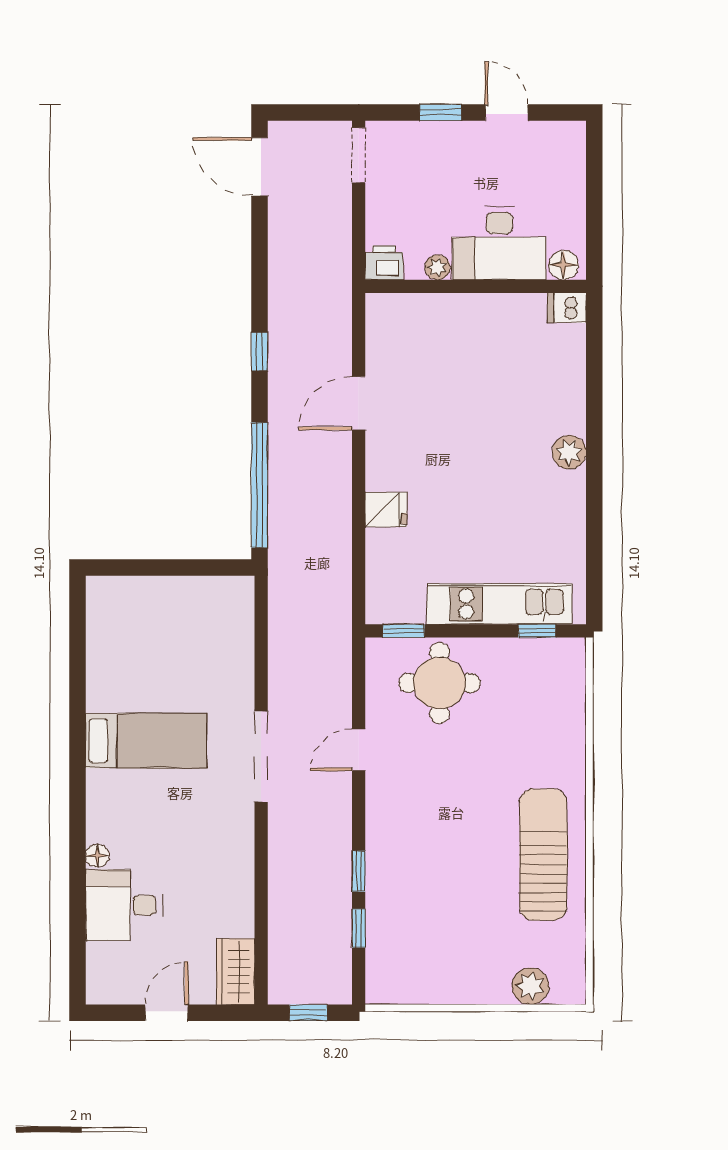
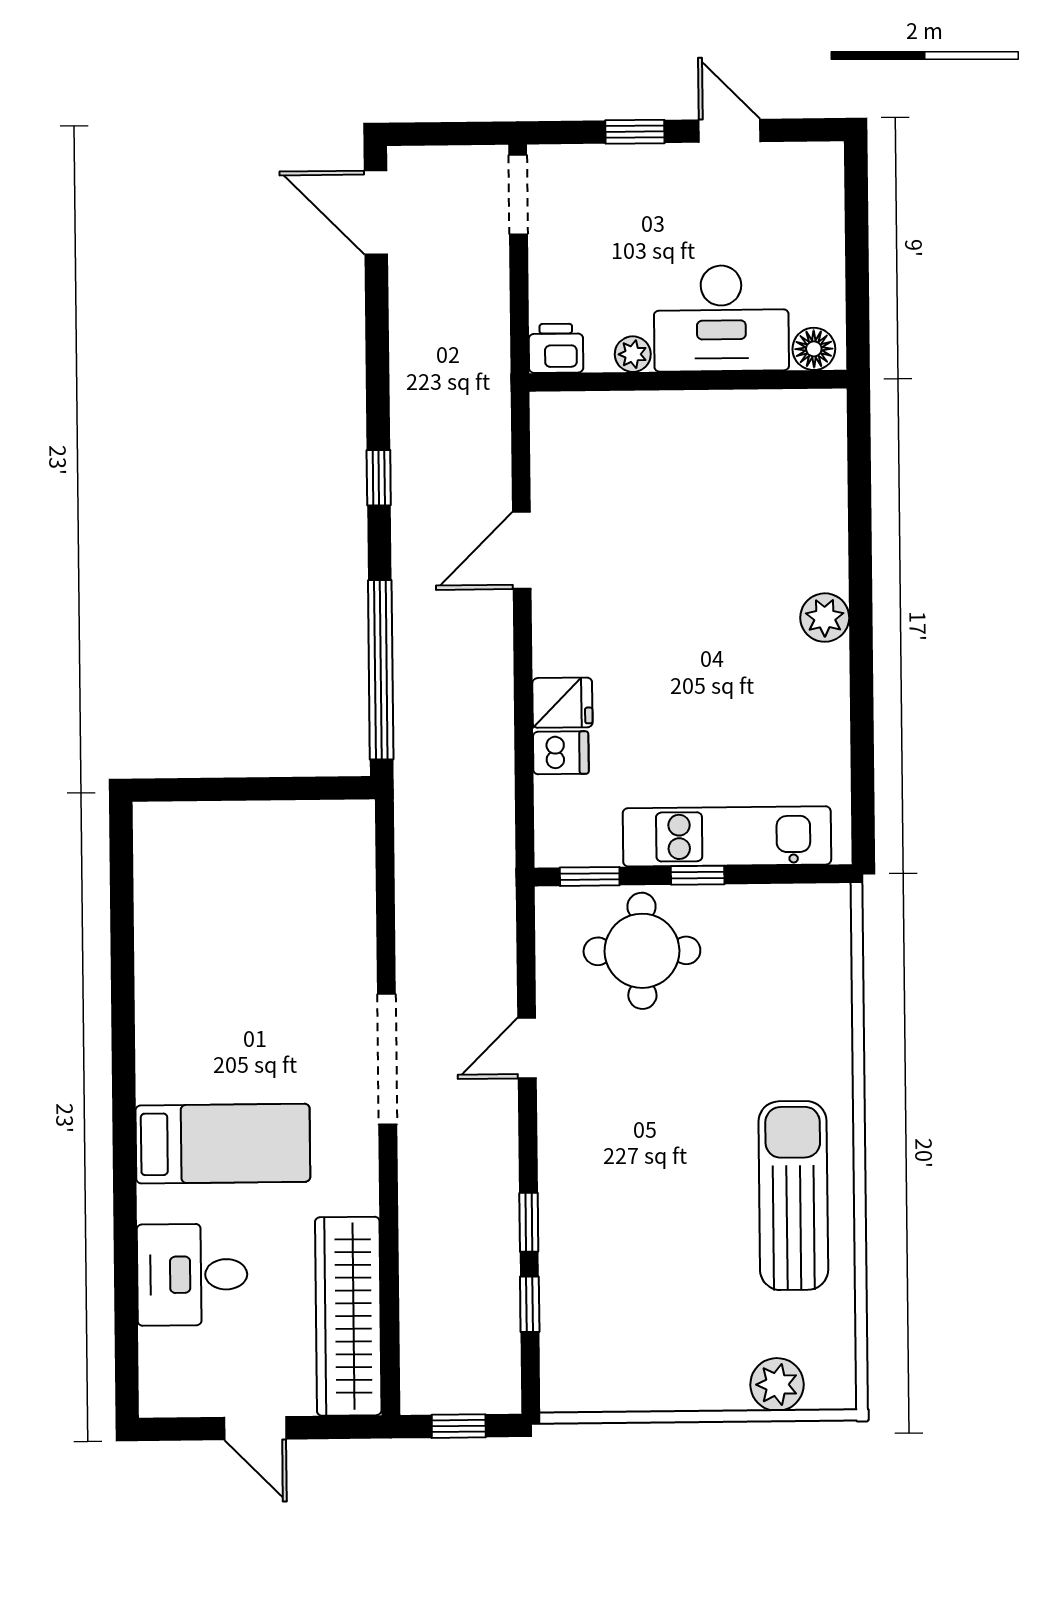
dishwasher: (567, 308) -> (561, 753), moved, turned 180
window: (537, 631) -> (698, 875), moved
bed: (146, 741) -> (223, 1144), moved
floor lamp: (97, 856) -> (153, 1204), removed
wardrobe: (236, 972) -> (348, 1316), width x2.10, depth x1.17
door: (167, 1013) -> (255, 1428), swing flipped

